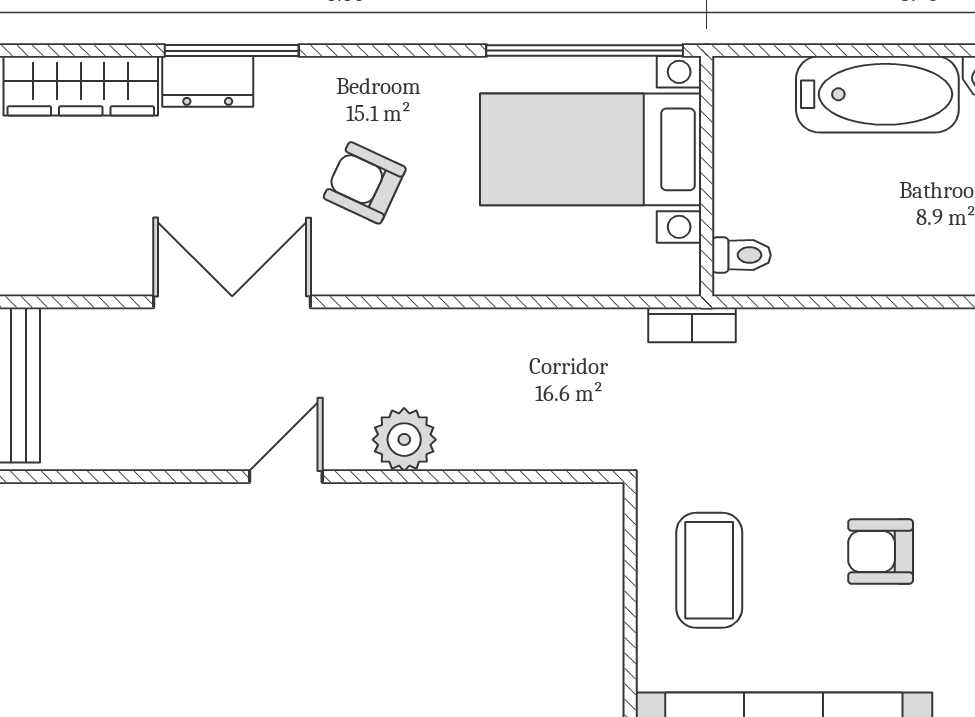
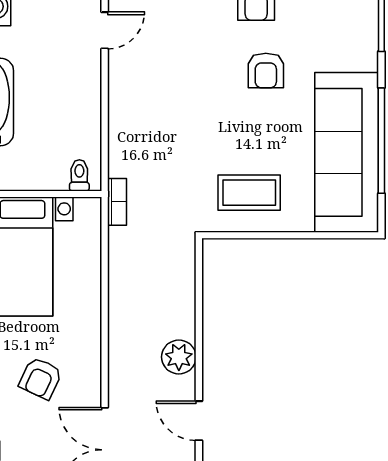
armchair: (881, 552) -> (266, 70), moved

